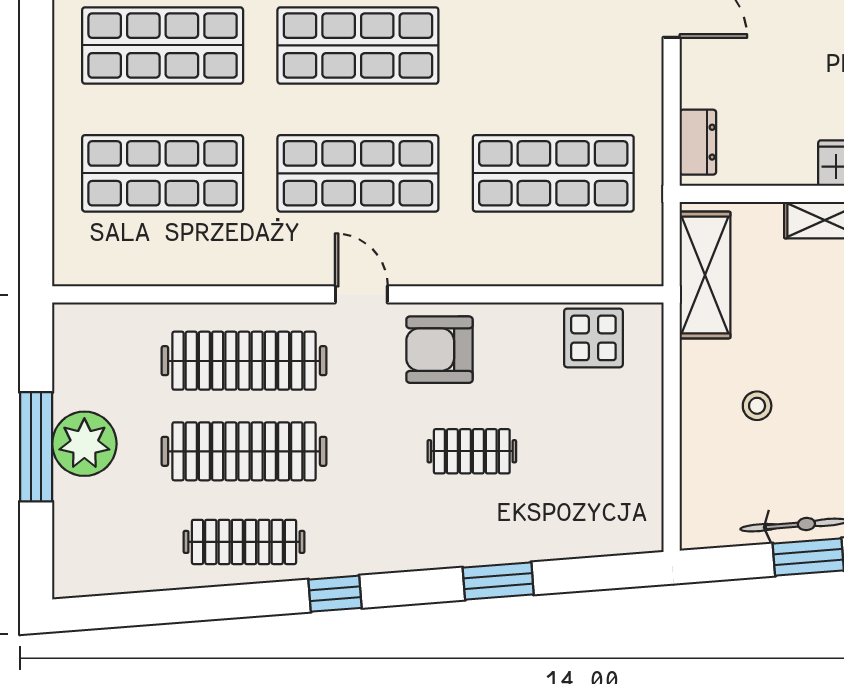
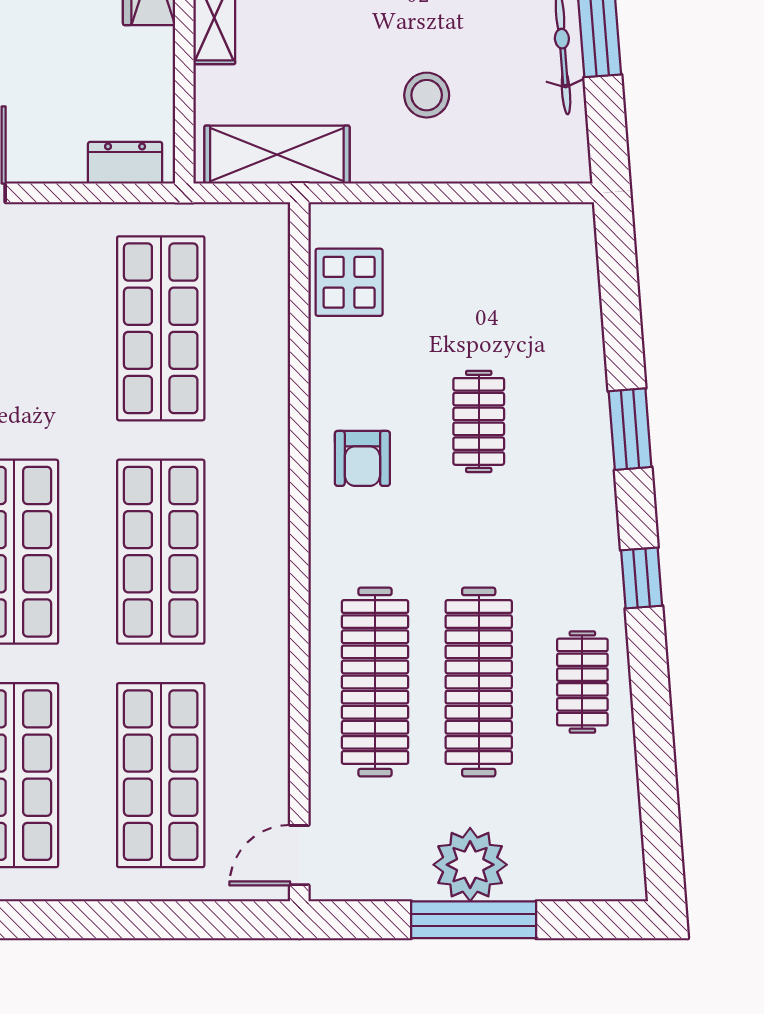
door: (361, 294) -> (299, 855), moved
armchair: (440, 350) -> (362, 458), width x0.72, depth x0.72
stool: (757, 406) -> (427, 95), width x1.37, depth x1.37
clothes rail: (244, 542) -> (582, 682), width x0.73
window: (498, 581) -> (630, 429), moved

